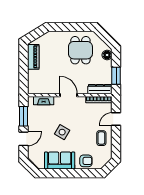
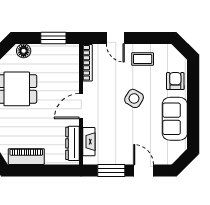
dresser: (100, 89) -> (73, 143), moved
side table: (62, 132) -> (134, 98), moved

